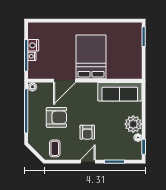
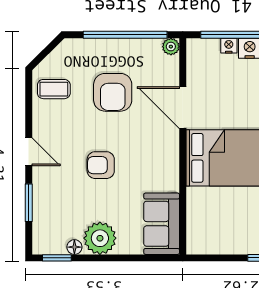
sofa: (120, 92) -> (162, 224), width x0.73
armchair: (87, 132) -> (101, 165), moved

